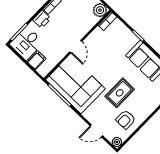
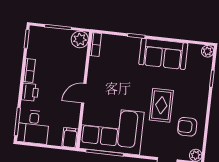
door: (76, 47) -> (84, 93), swing flipped
filing cabinet: (37, 60) -> (70, 138), moved
armchair: (126, 120) -> (187, 127), turned 90

